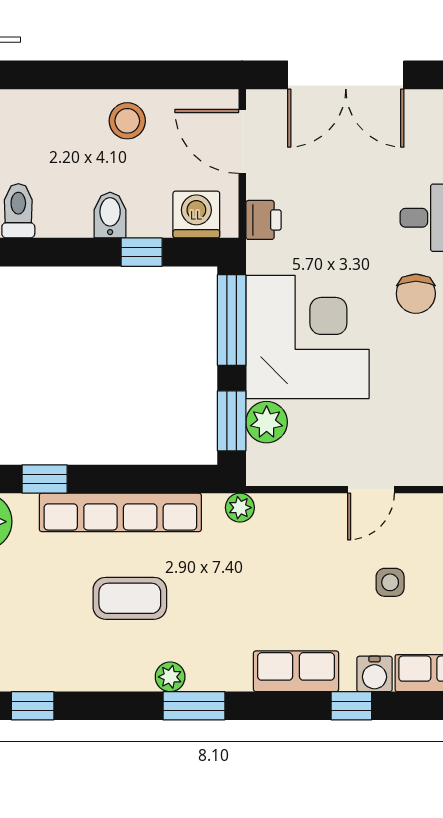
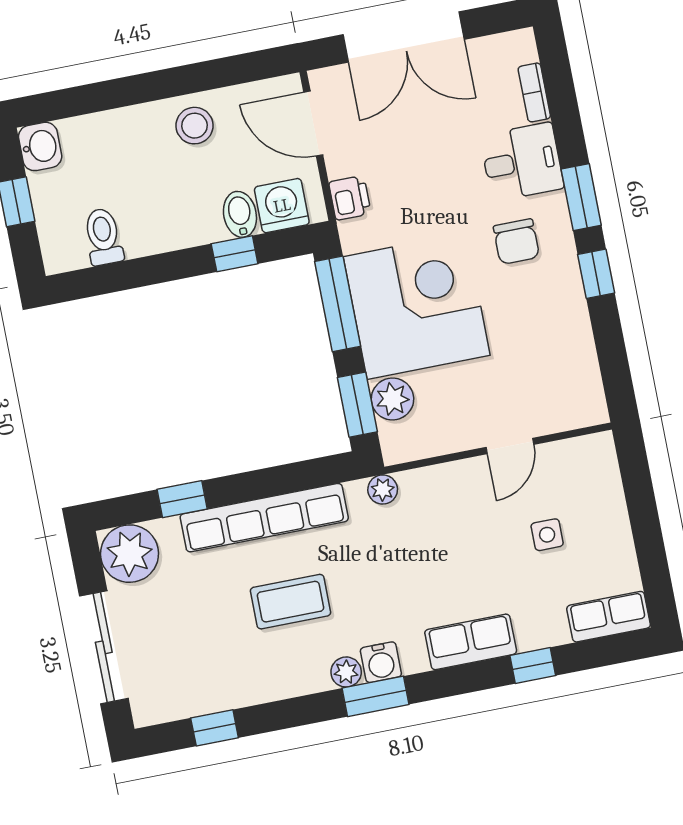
bidet: (110, 215) -> (240, 214), moved
water cooler: (374, 674) -> (381, 662), moved

